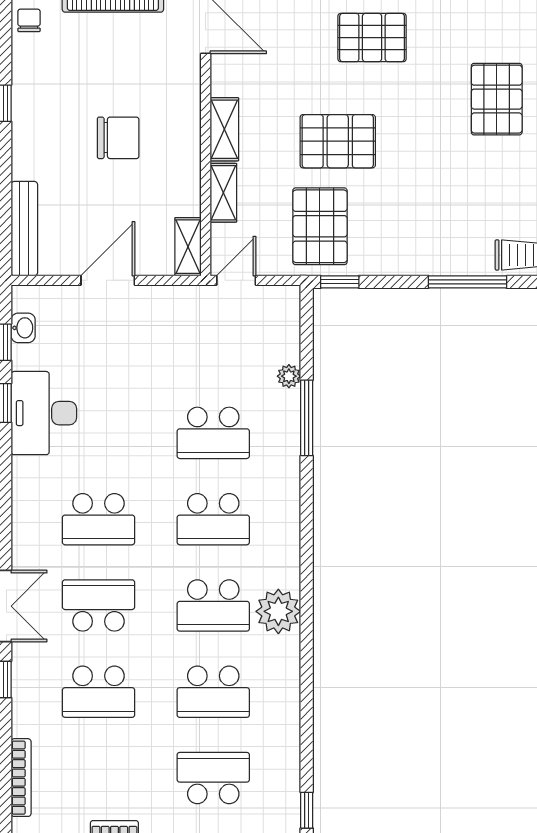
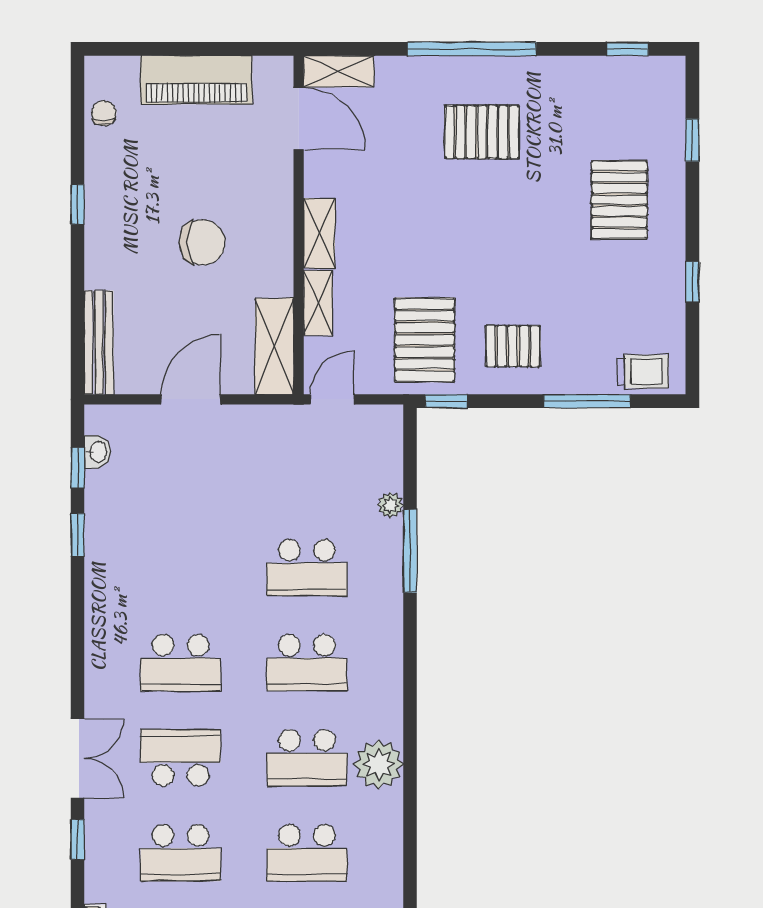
pallet: (338, 141) -> (513, 346), moved, width x0.67, depth x0.71
shelving: (188, 247) -> (274, 346), width x1.50, depth x1.33
desk: (44, 413) -> (120, 546), removed

